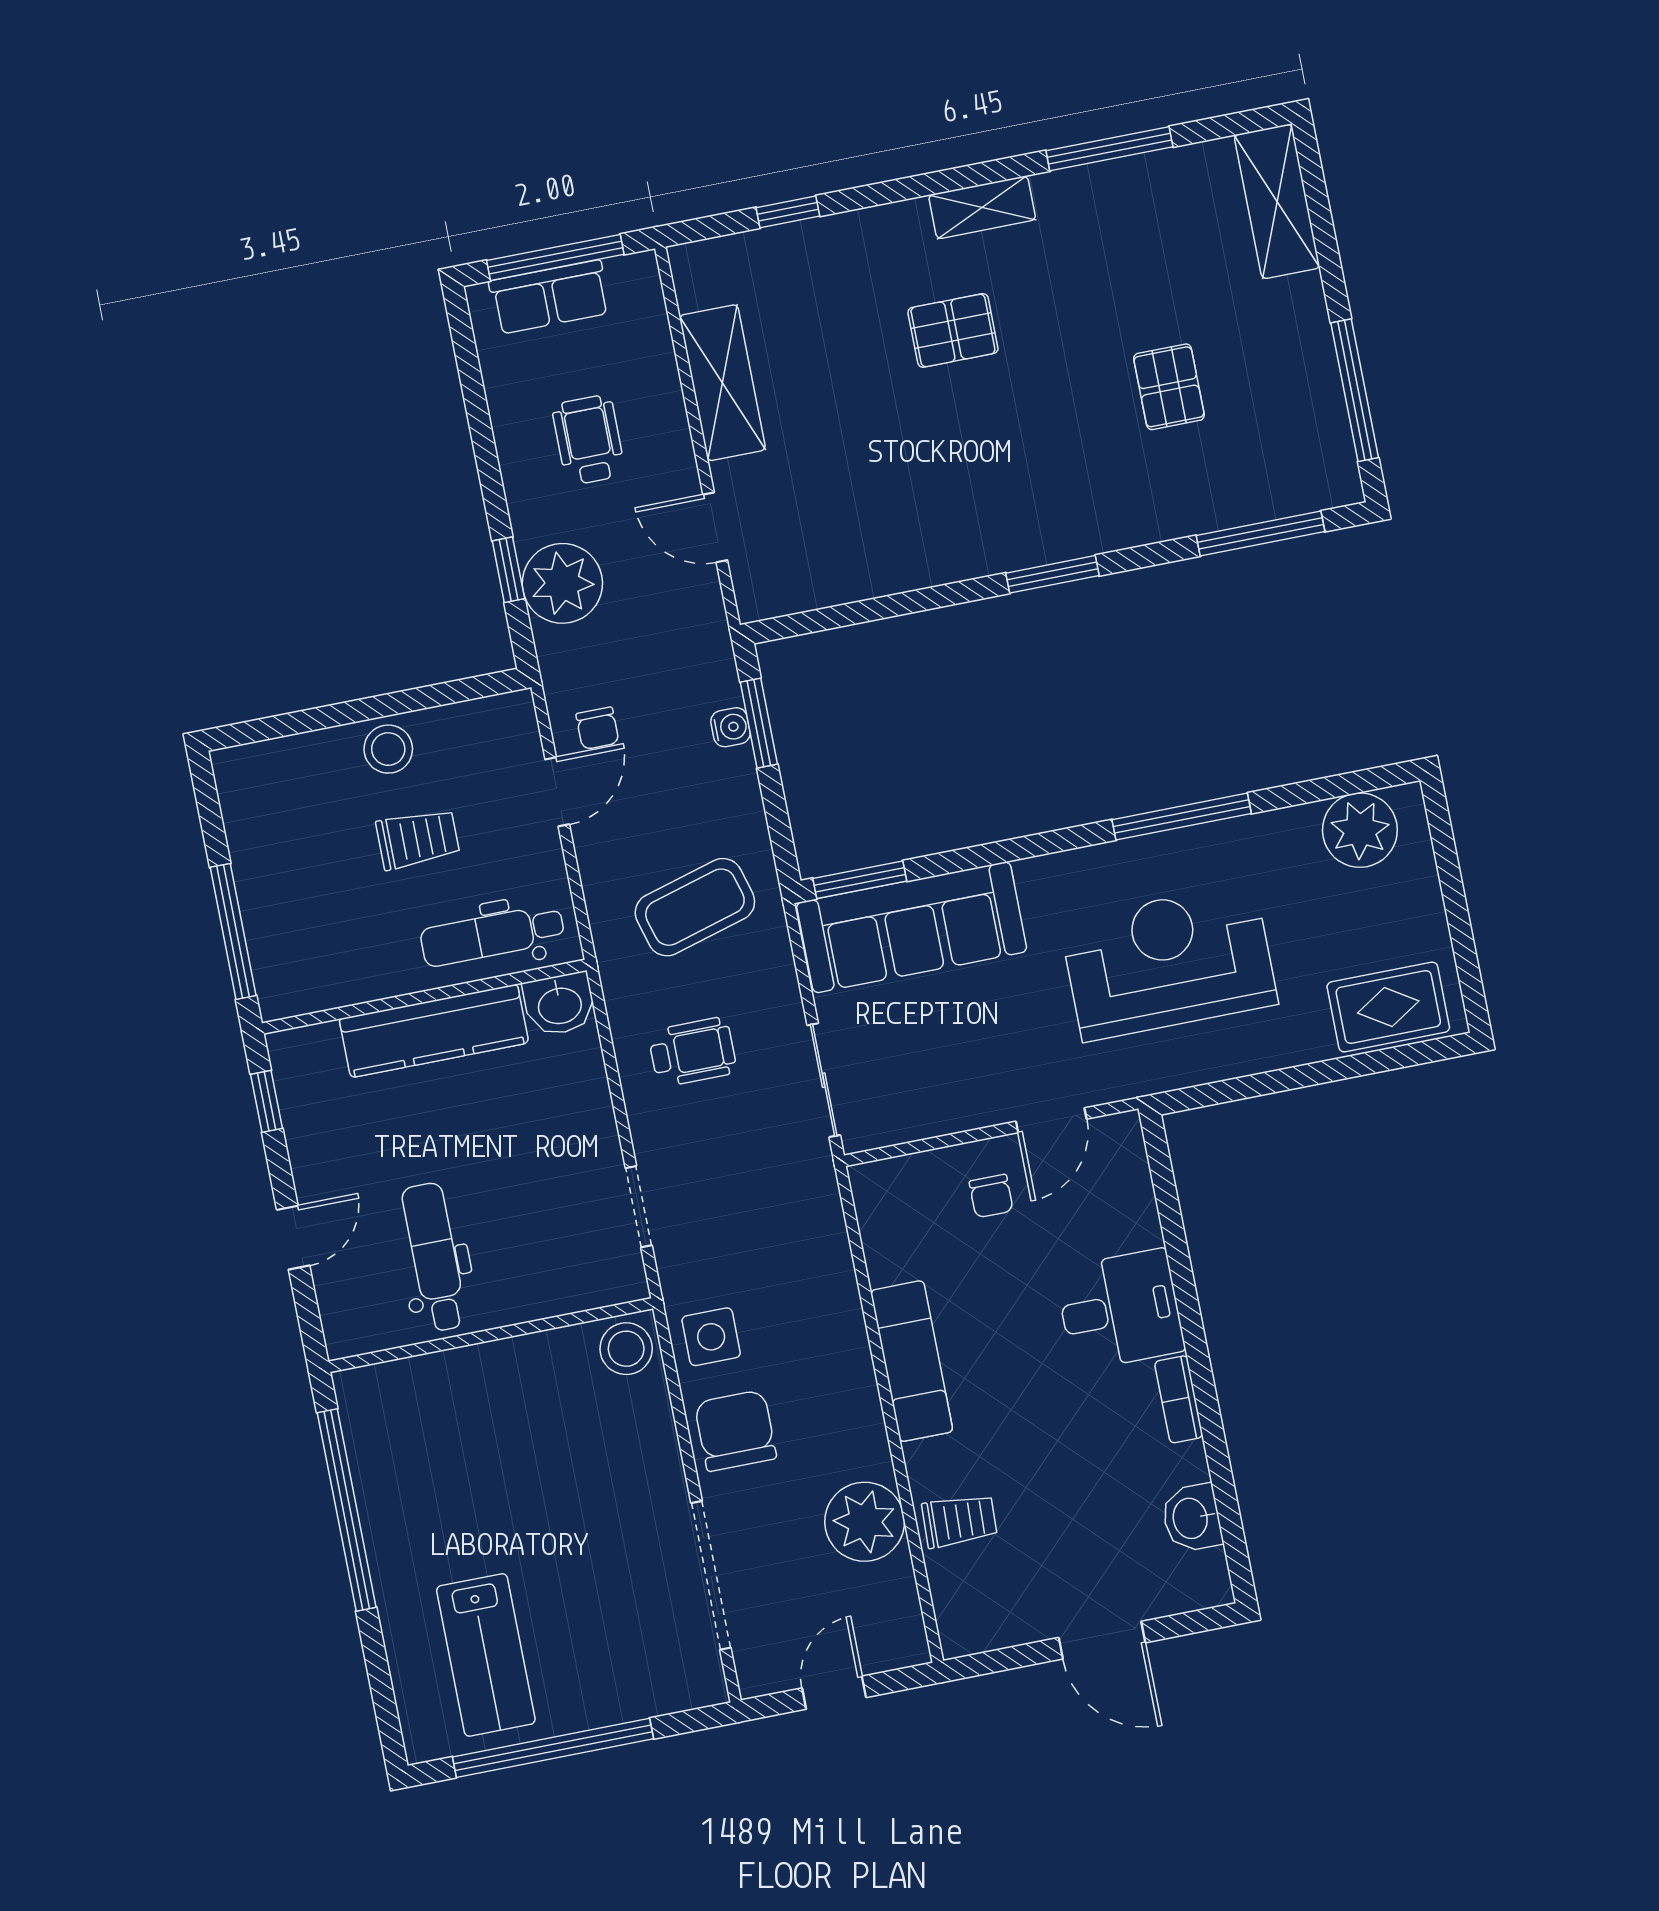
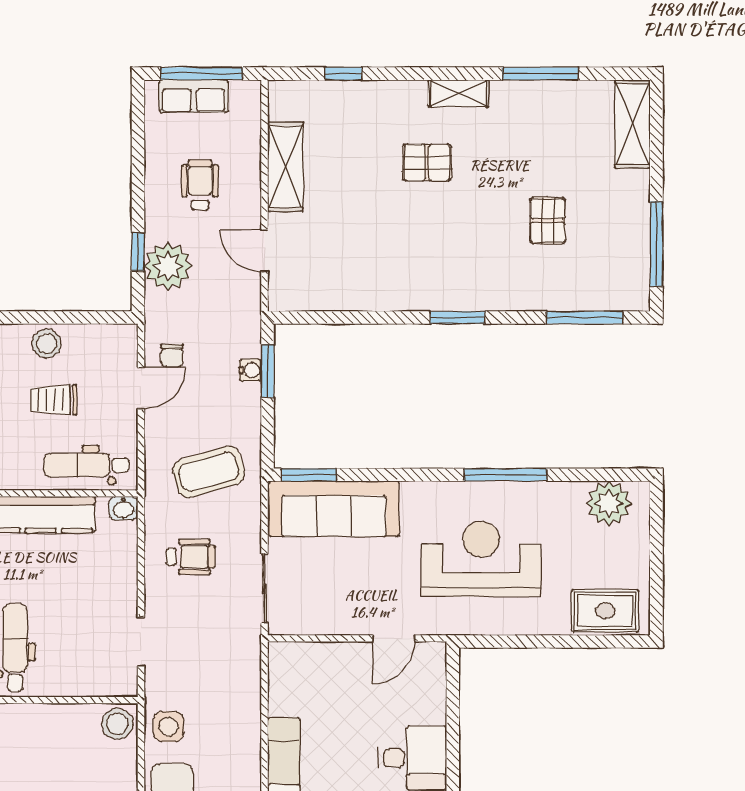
trolley: (418, 839) -> (54, 400), turned 180
washbasin: (560, 1004) -> (123, 508), width x0.72, depth x0.69
chair: (991, 1196) -> (350, 676), removed

